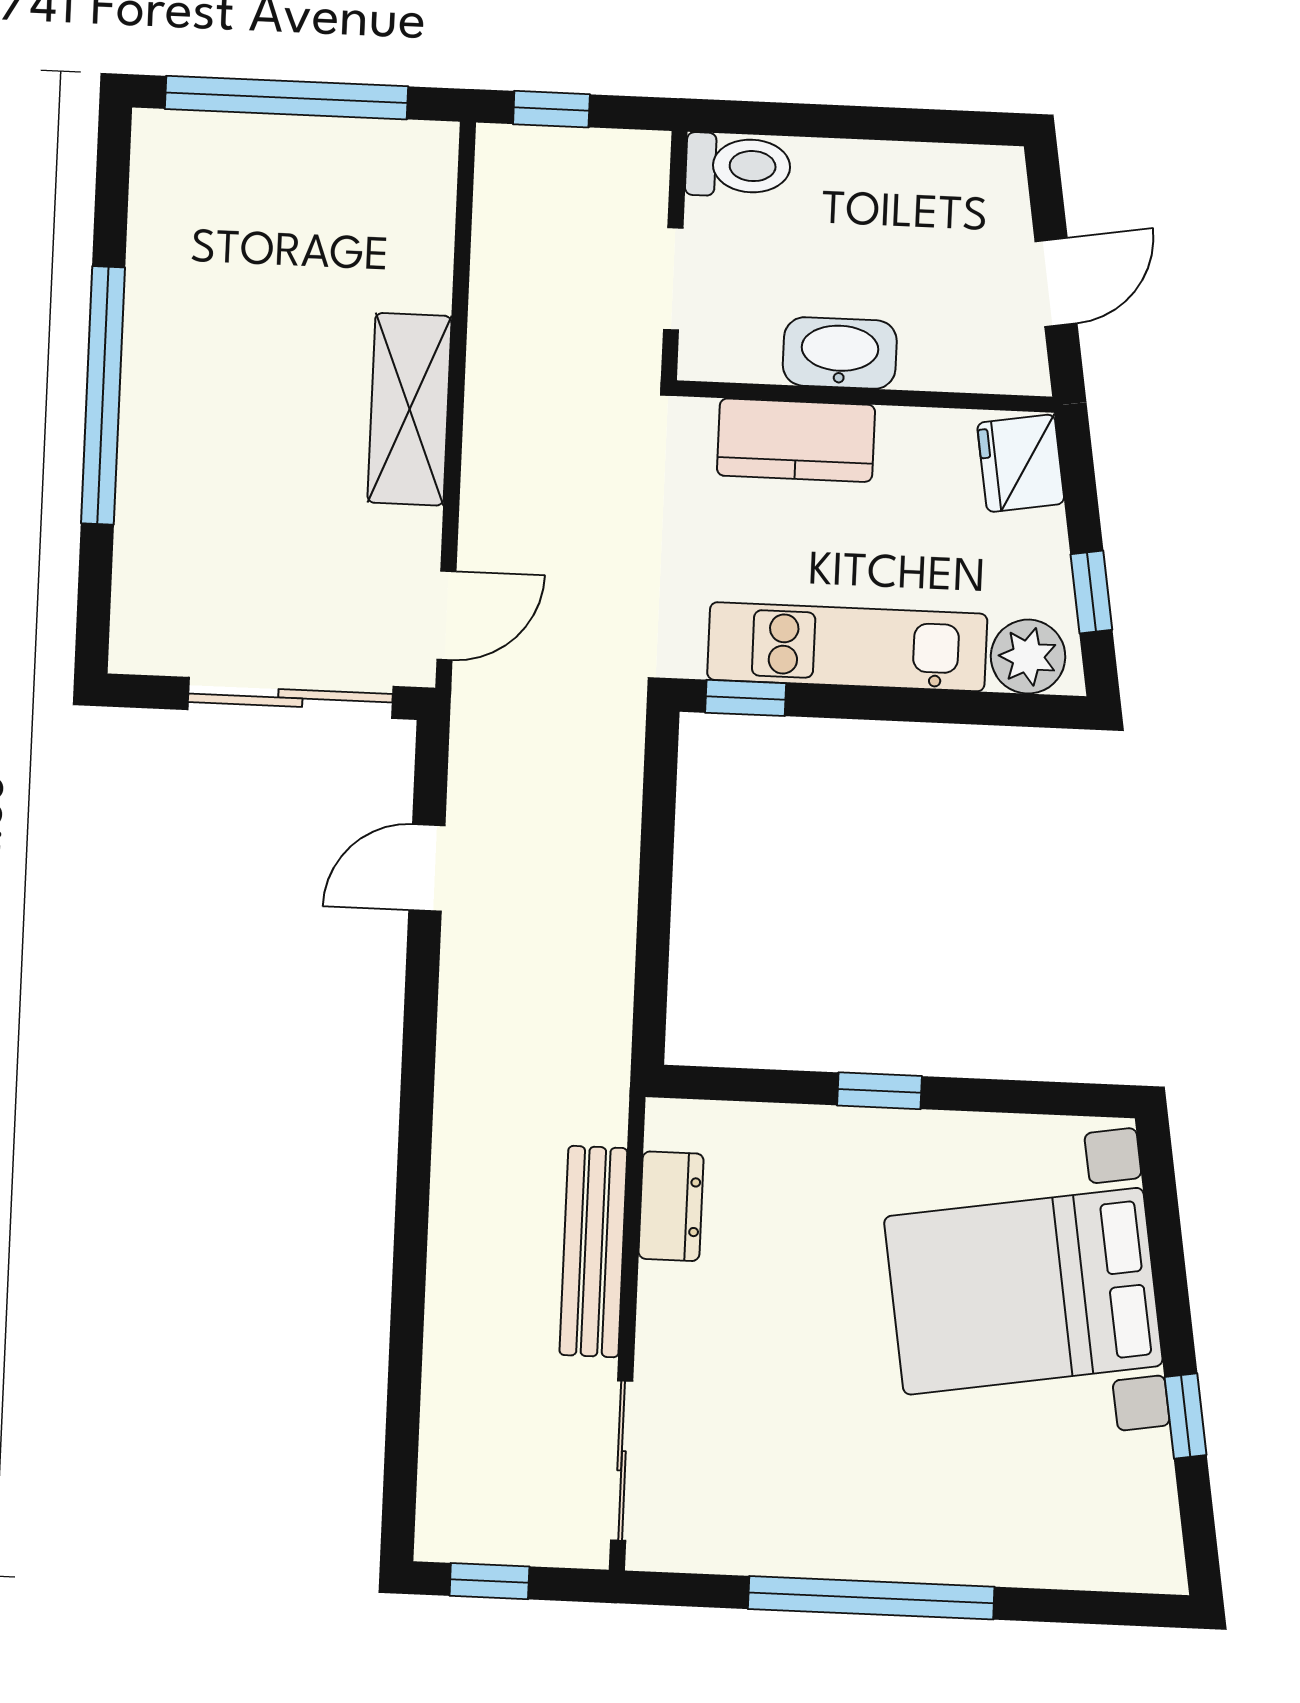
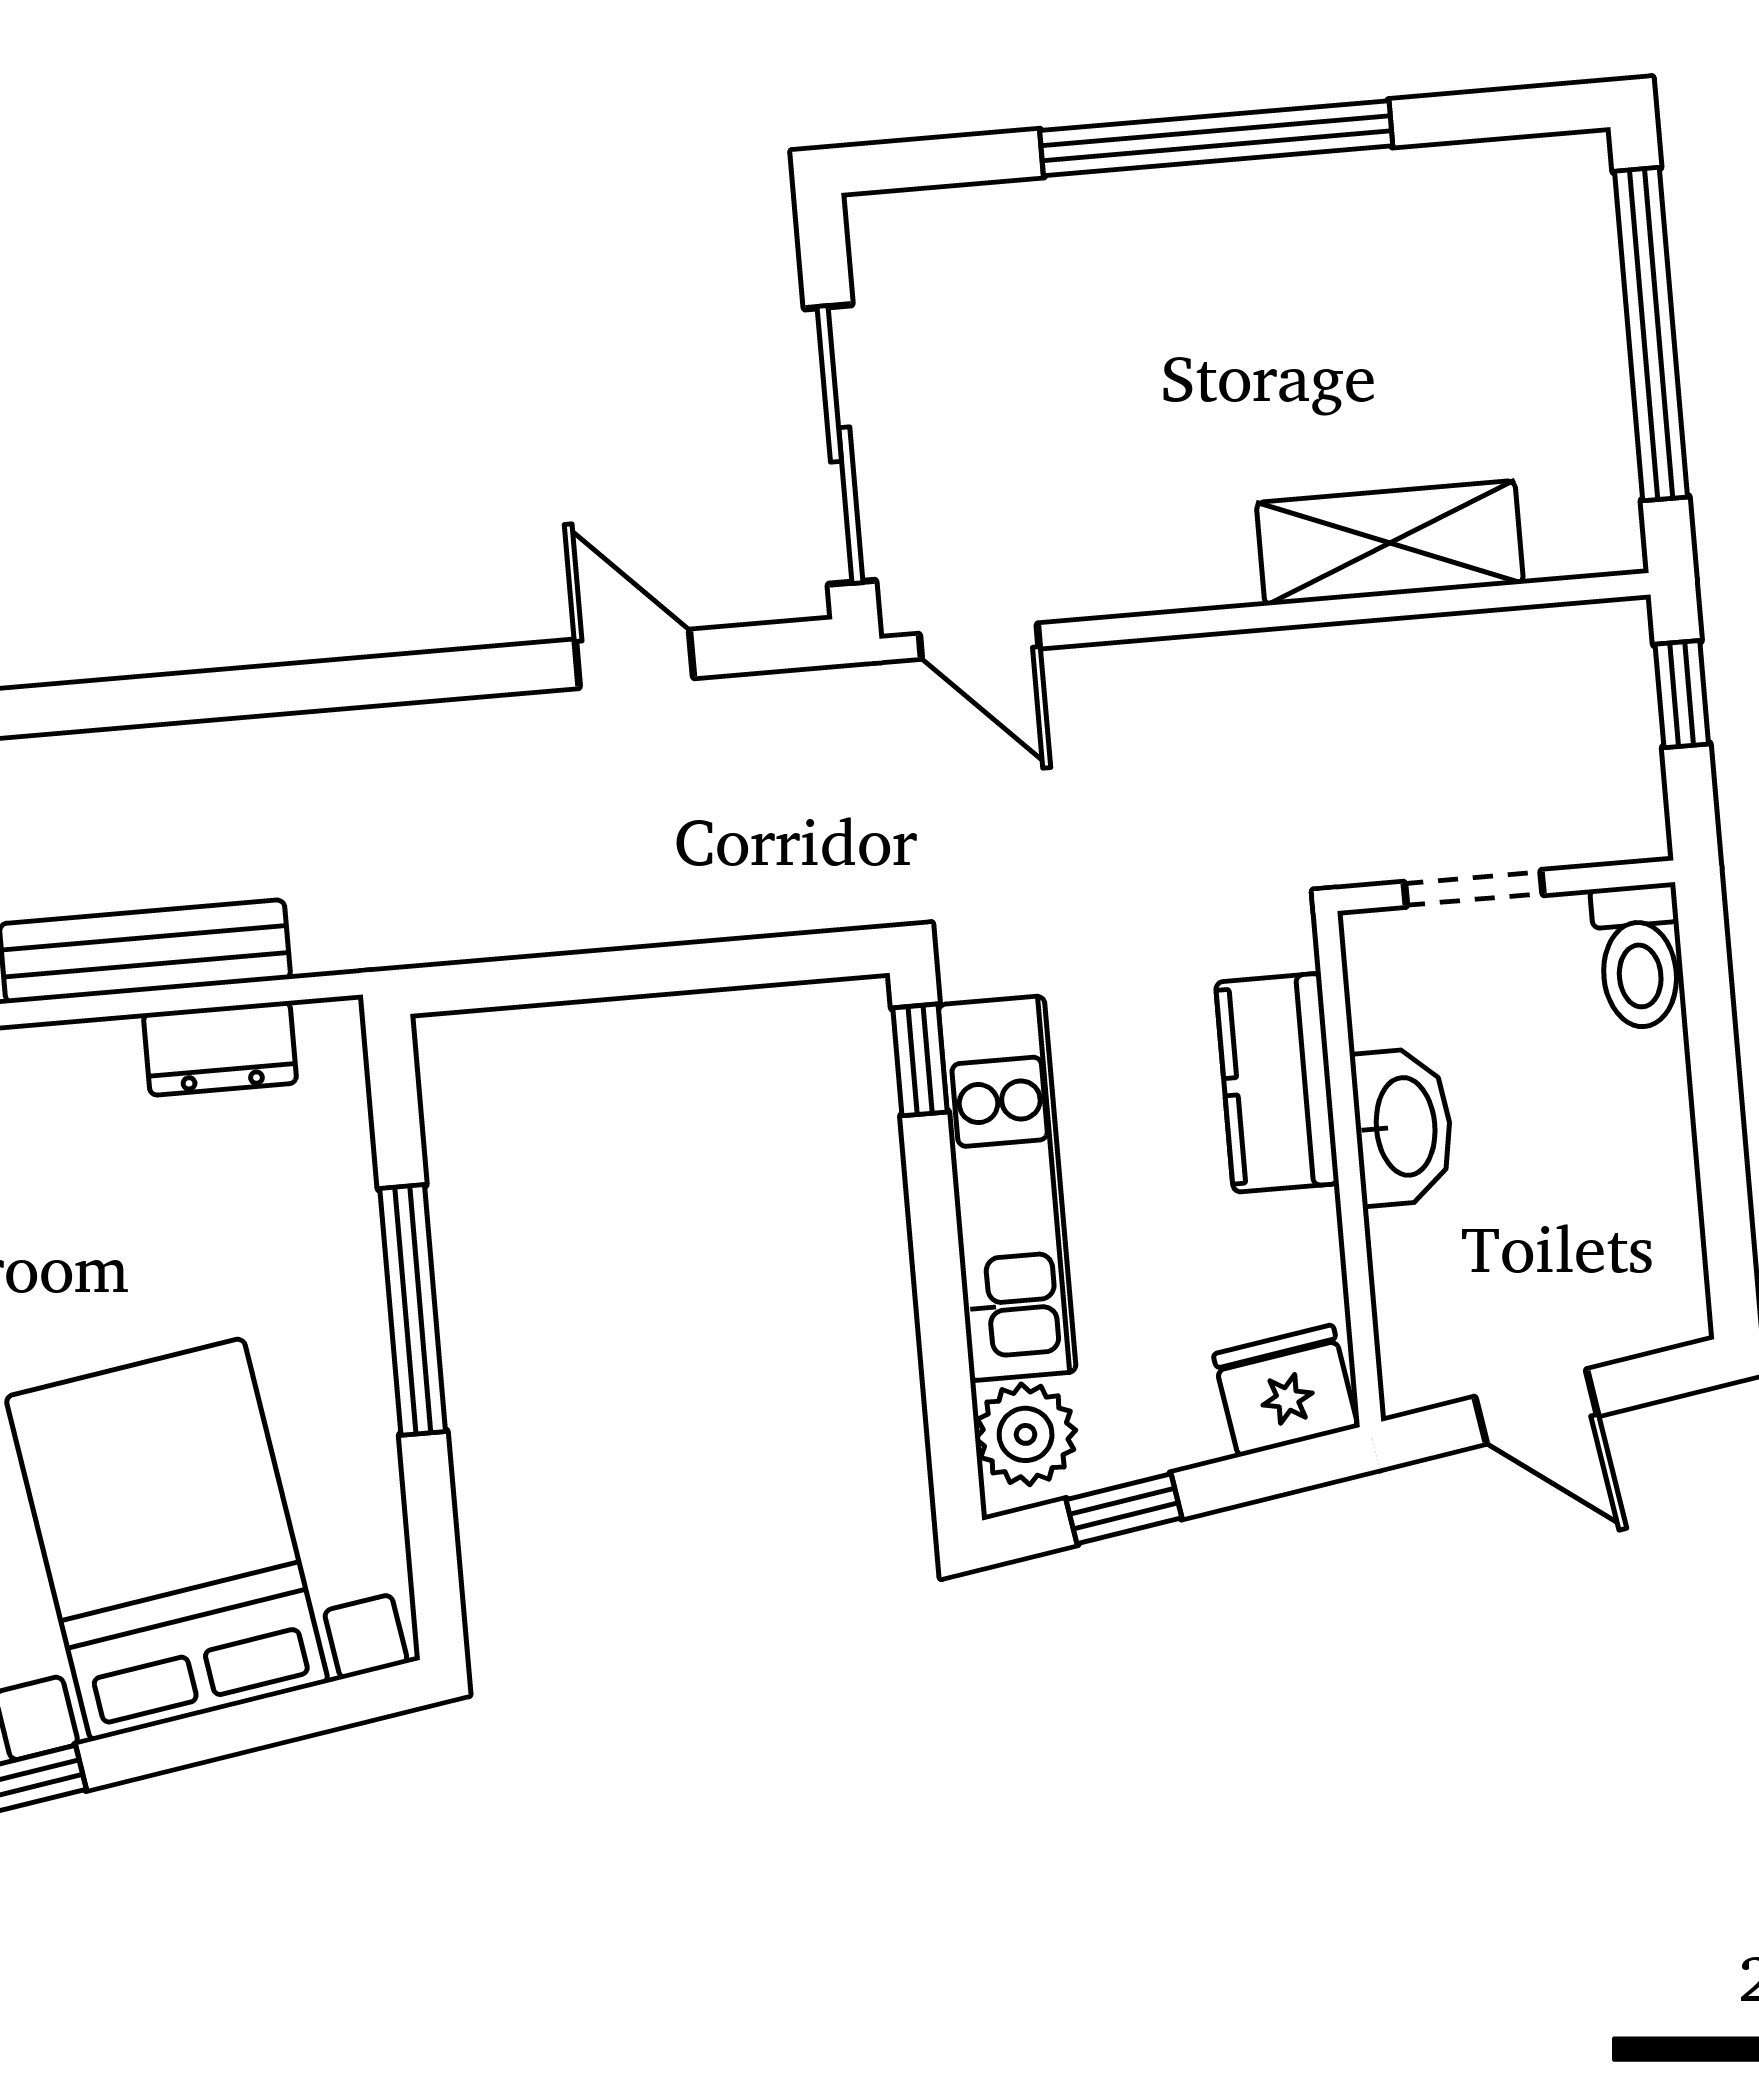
shelving: (409, 409) -> (1390, 543), moved
window: (880, 1091) -> (413, 1310), width x2.17

